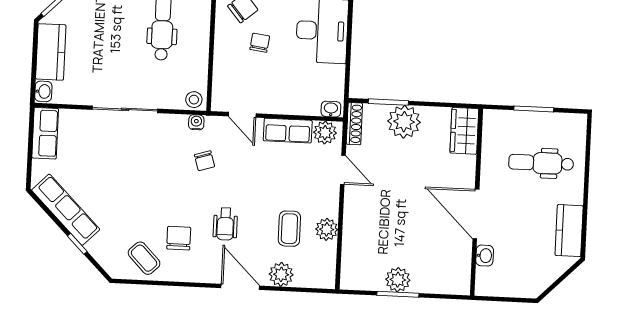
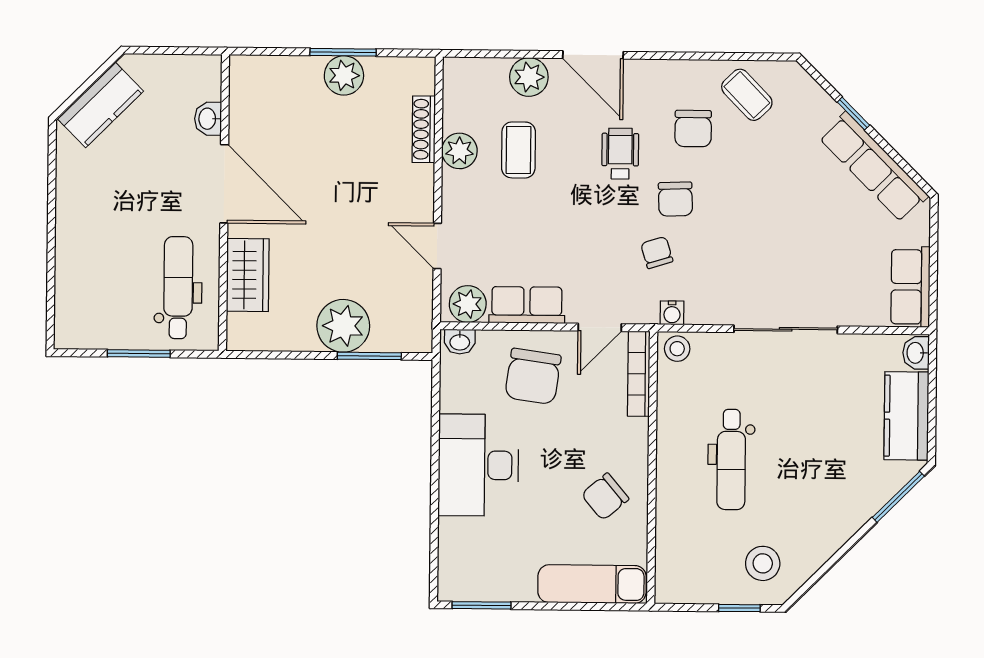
chair: (260, 43) -> (533, 376), moved, width x1.87, depth x1.87
bookcase: (219, 85) -> (639, 374), added
door: (242, 115) -> (600, 327), swing flipped
shoe rack: (354, 124) -> (424, 129), moved
wardrobe: (464, 131) -> (248, 275), moved
dental chair: (541, 163) -> (178, 288), moved, turned -90
chair: (192, 194) -> (675, 199), added
kitchen counter: (569, 231) -> (101, 105), moved, turned 45

